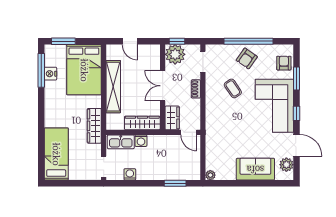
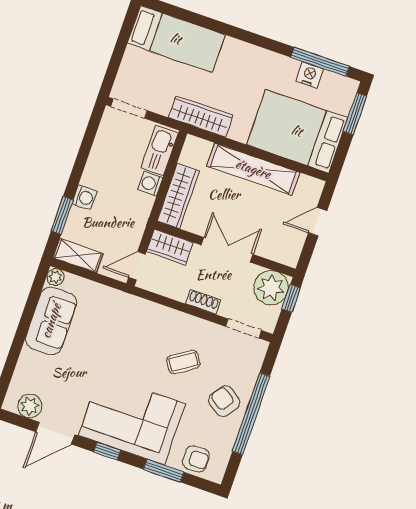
shelving: (194, 167) -> (78, 256), added
sofa: (255, 169) -> (51, 321), moved
washing machine: (130, 174) -> (84, 197), moved

